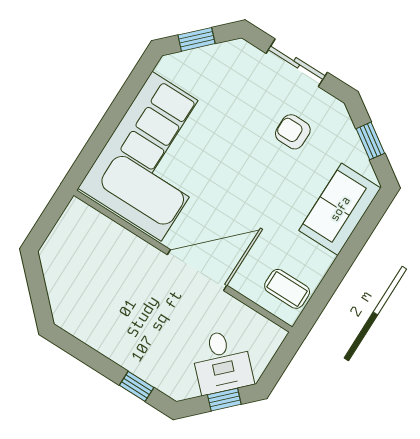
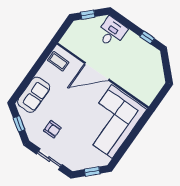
desk: (222, 362) -> (112, 32), moved, turned 45
window: (137, 386) -> (147, 37), moved

